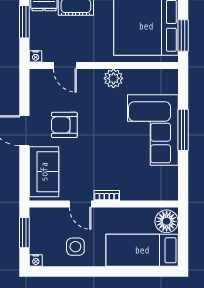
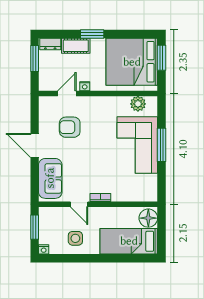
window: (183, 35) -> (162, 58), moved
nightstand: (36, 56) -> (85, 86), moved
door: (65, 66) -> (67, 93), swing flipped
plant: (113, 78) -> (138, 104), moved
armchair: (64, 125) -> (70, 127), moved

